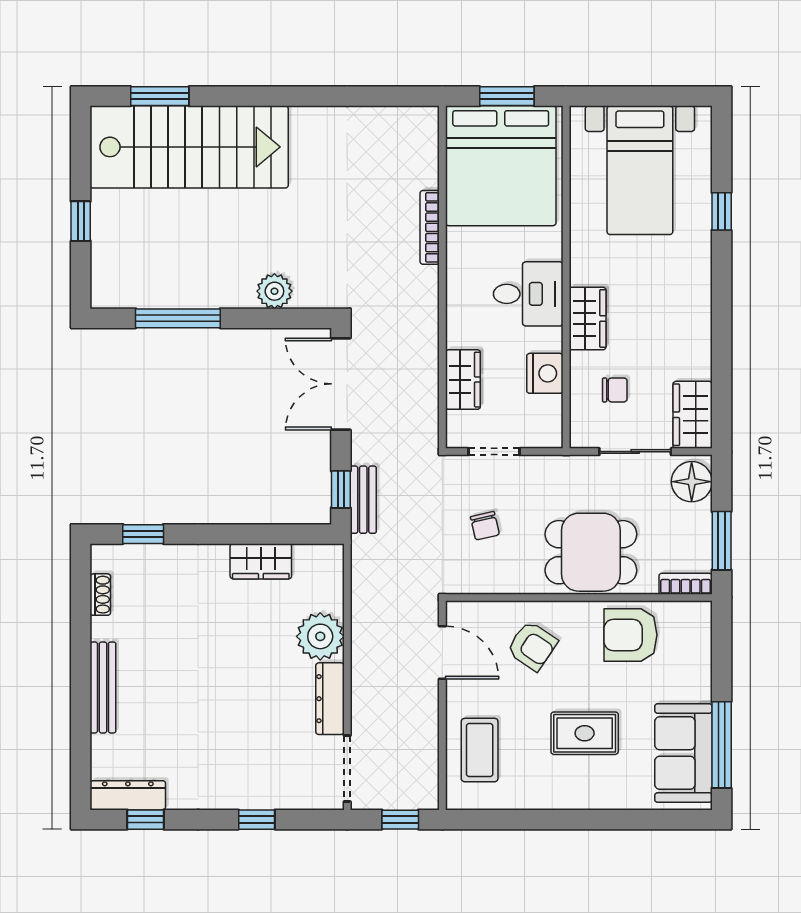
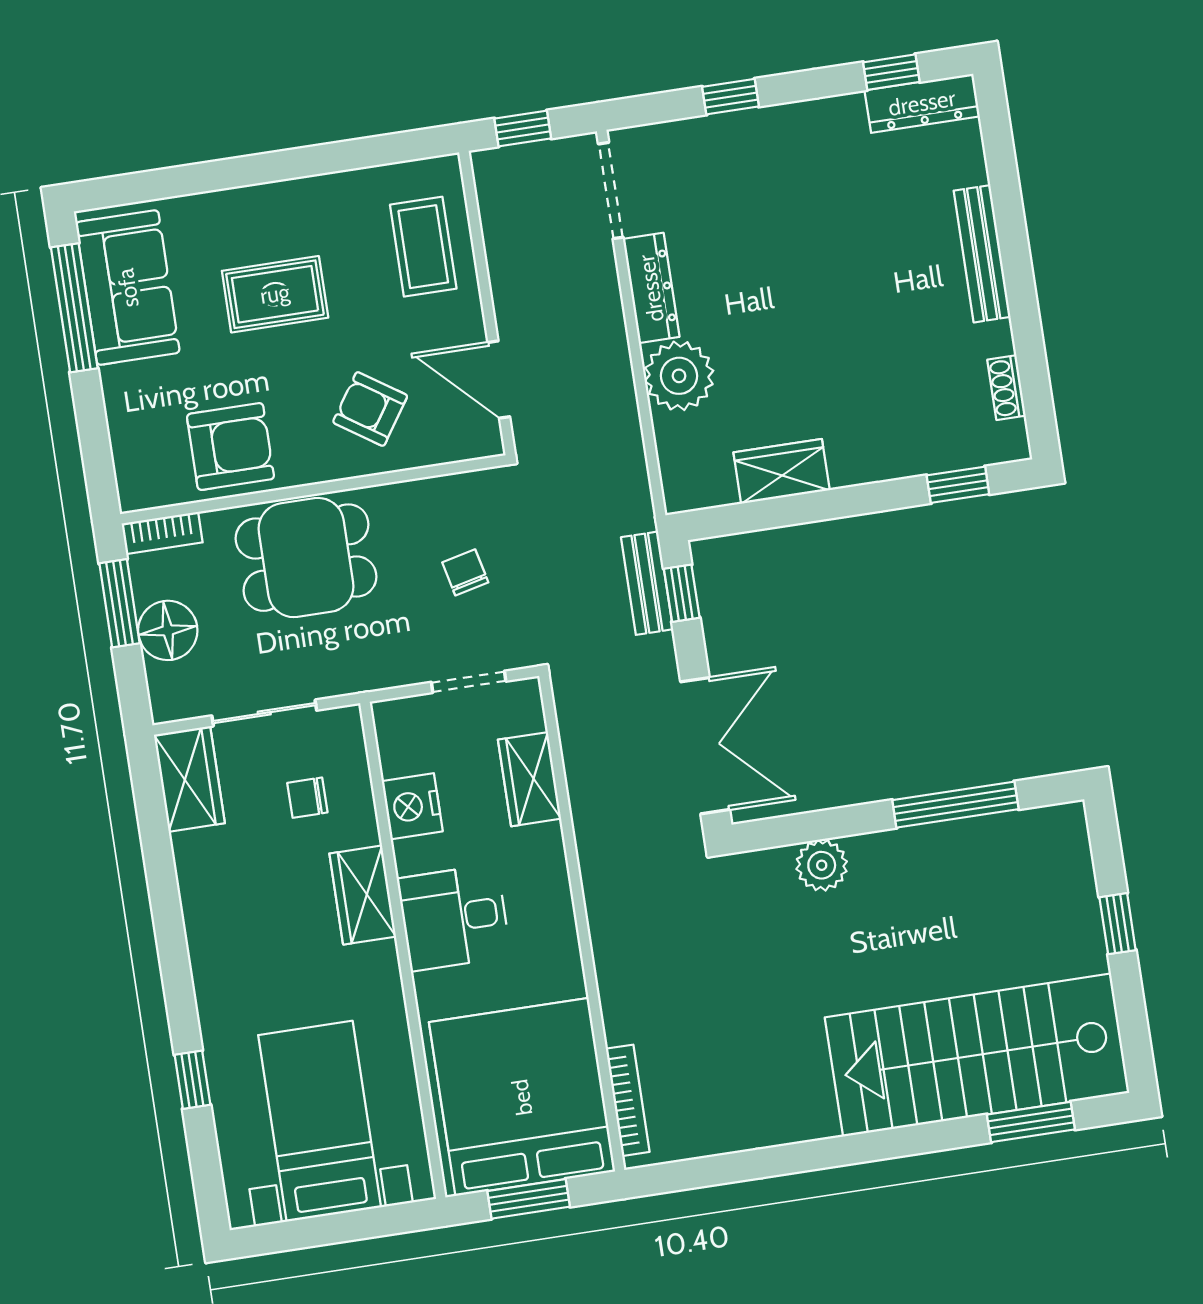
bookcase: (430, 227) -> (628, 1100), moved
floor lamp: (692, 482) -> (168, 630), moved

